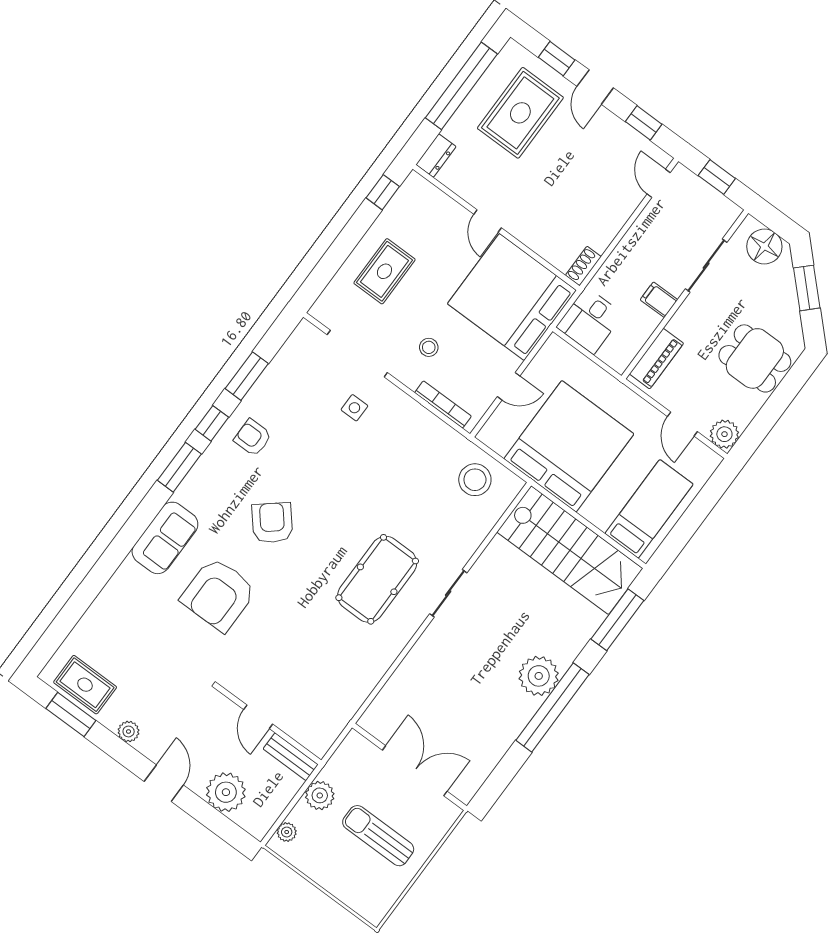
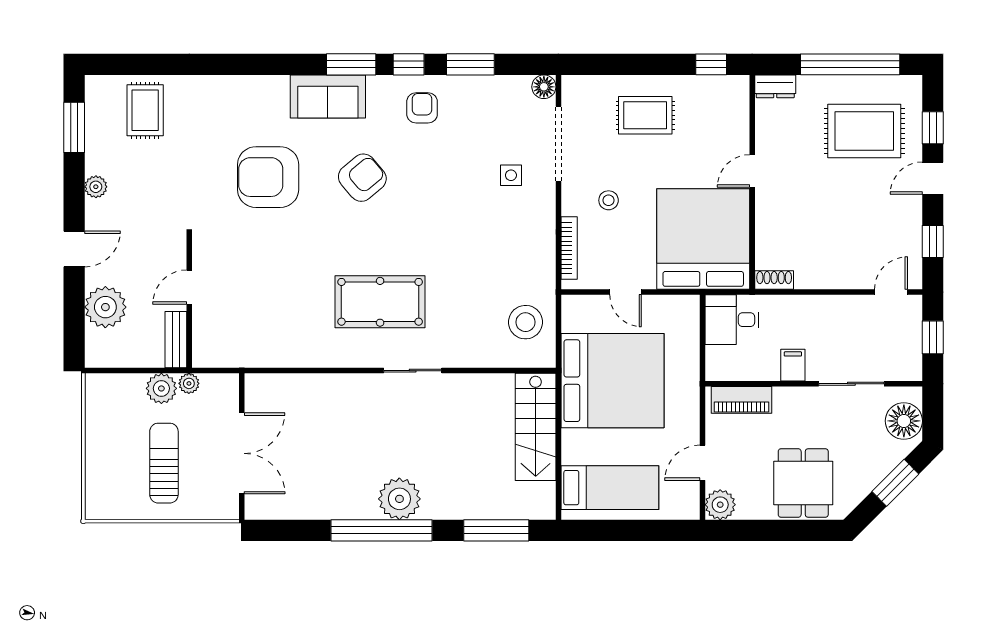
floor lamp: (305, 333) -> (544, 87), added
sofa: (165, 538) -> (328, 96), moved
stairs: (570, 550) -> (536, 427), width x0.73, depth x0.66
rug: (85, 685) -> (145, 110), moved
plant: (287, 832) -> (189, 383), moved

